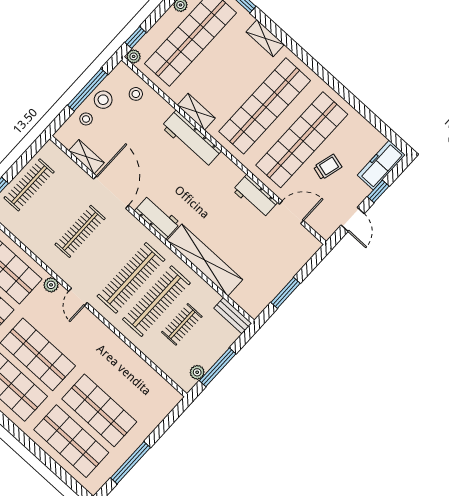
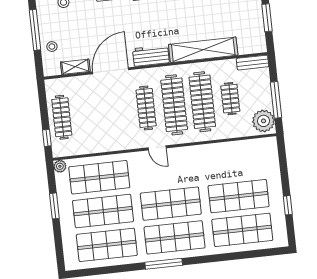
stool: (103, 100) -> (49, 26), removed
door: (111, 192) -> (111, 71), hinge flipped
clothes rail: (80, 231) -> (146, 108), moved
plant: (51, 285) -> (135, 158), removed
plant: (197, 372) -> (264, 121), width x1.88, depth x1.88
window: (130, 463) -> (288, 205), width x0.46

